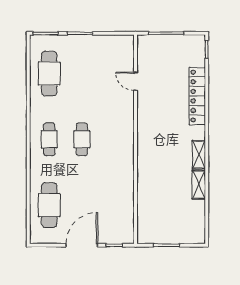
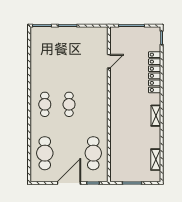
cafe table: (49, 73) -> (93, 153), moved
door: (136, 81) -> (109, 61), swing flipped
shelving: (199, 185) -> (156, 160), moved

